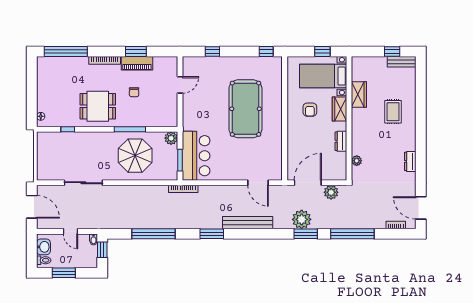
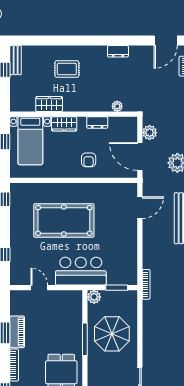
chair: (134, 92) -> (47, 335), removed
armchair: (310, 110) -> (89, 160), moved, turned 90
bar counter: (196, 156) -> (81, 271), moved

